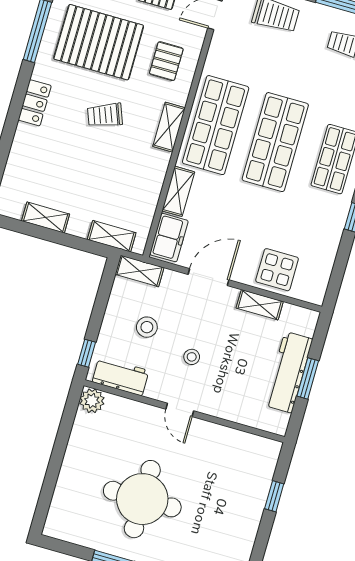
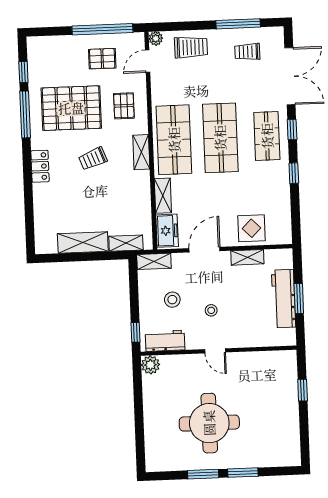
shelving: (46, 217) -> (83, 242), width x1.50, depth x1.33

